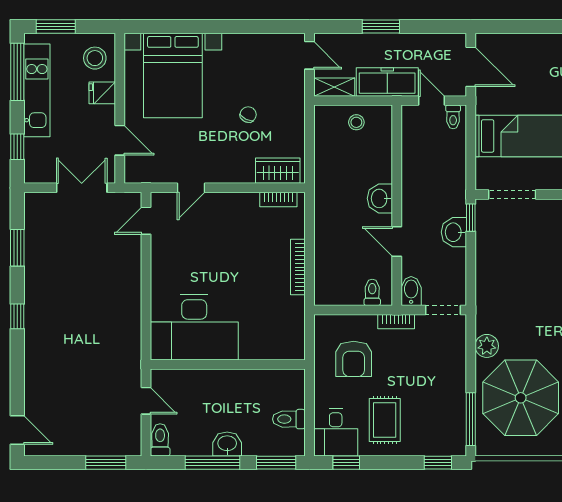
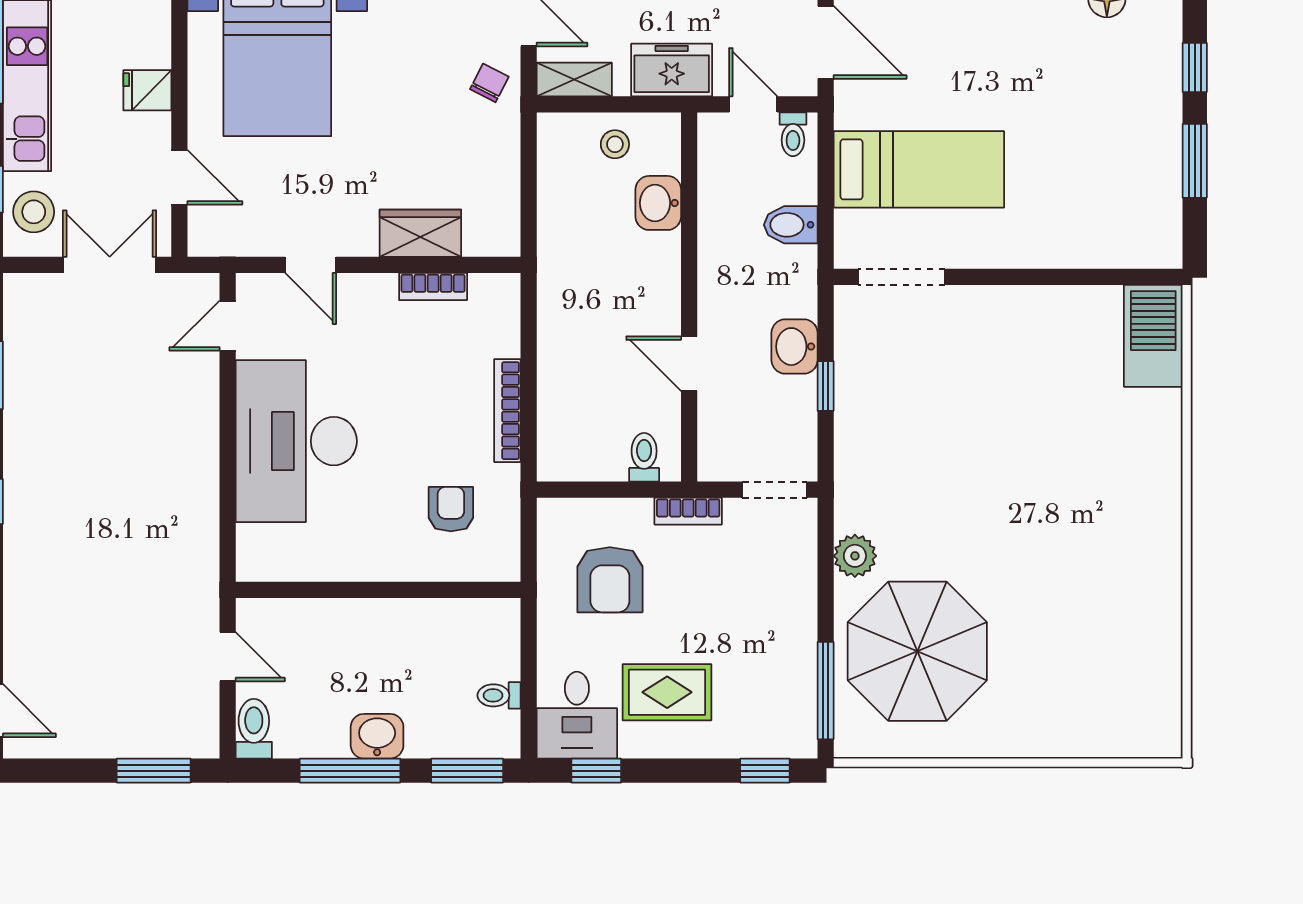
stool: (95, 58) -> (34, 212), moved
freezer: (387, 82) -> (672, 70), width x0.71
chair: (248, 115) -> (489, 83), moved
wardrobe: (278, 171) -> (420, 233), moved
door: (191, 188) -> (311, 265), hinge flipped
washbasin: (380, 198) -> (658, 203), moved
bookcase: (278, 200) -> (433, 287), moved
window: (471, 218) -> (826, 386), moved
bidet: (411, 291) -> (791, 225), moved, turned -90
armchair: (267, 321) -> (451, 509), added
desk: (194, 327) -> (296, 441), moved, turned 90
toilet: (289, 419) -> (499, 695), width x0.73, depth x0.72
rug: (385, 420) -> (667, 692), turned 90

